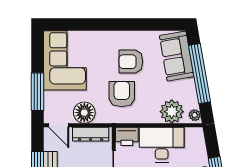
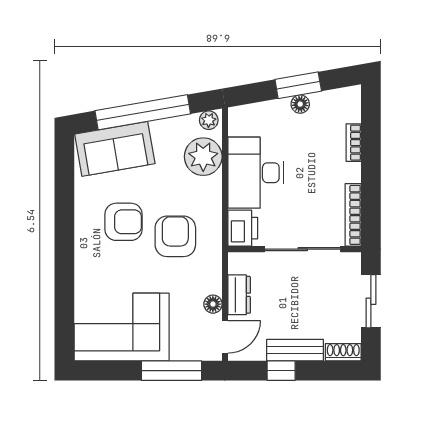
armchair: (131, 62) -> (124, 222), turned -90
armchair: (122, 94) -> (175, 236), turned 90
floor lamp: (84, 113) -> (213, 304), width x0.53, depth x0.53
dresser: (91, 134) -> (239, 295), width x0.70

